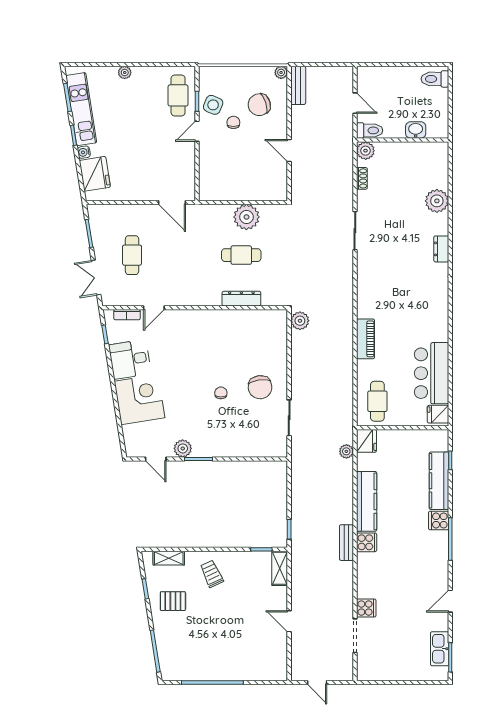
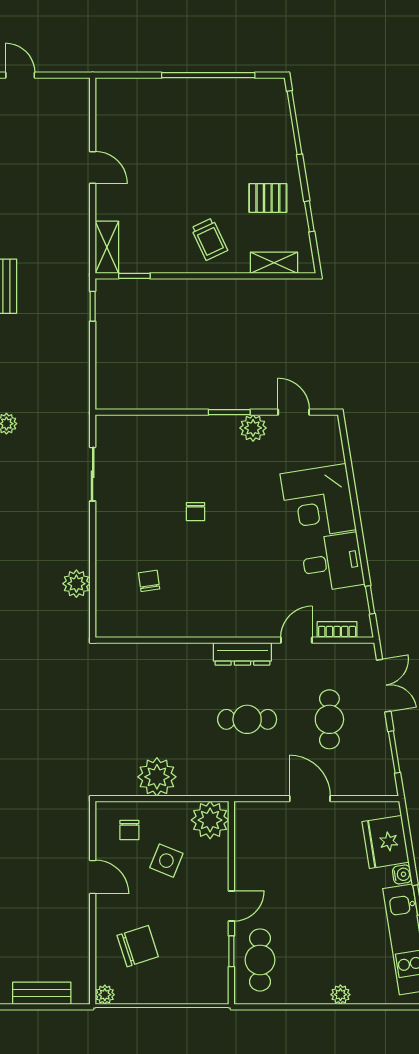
bench: (298, 85) -> (42, 993), moved, turned 90
side table: (213, 105) -> (166, 861), moved
chair: (233, 122) -> (129, 830), moved
plant: (211, 188) -> (210, 820), added
door: (172, 202) -> (310, 799), moved
cafe table: (241, 255) -> (247, 719), moved
dresser: (241, 299) -> (242, 654), moved
plant: (300, 321) -> (76, 584), moved
chair: (260, 387) -> (149, 581), moved, width x0.54, depth x0.54
door: (317, 683) -> (20, 75), moved

